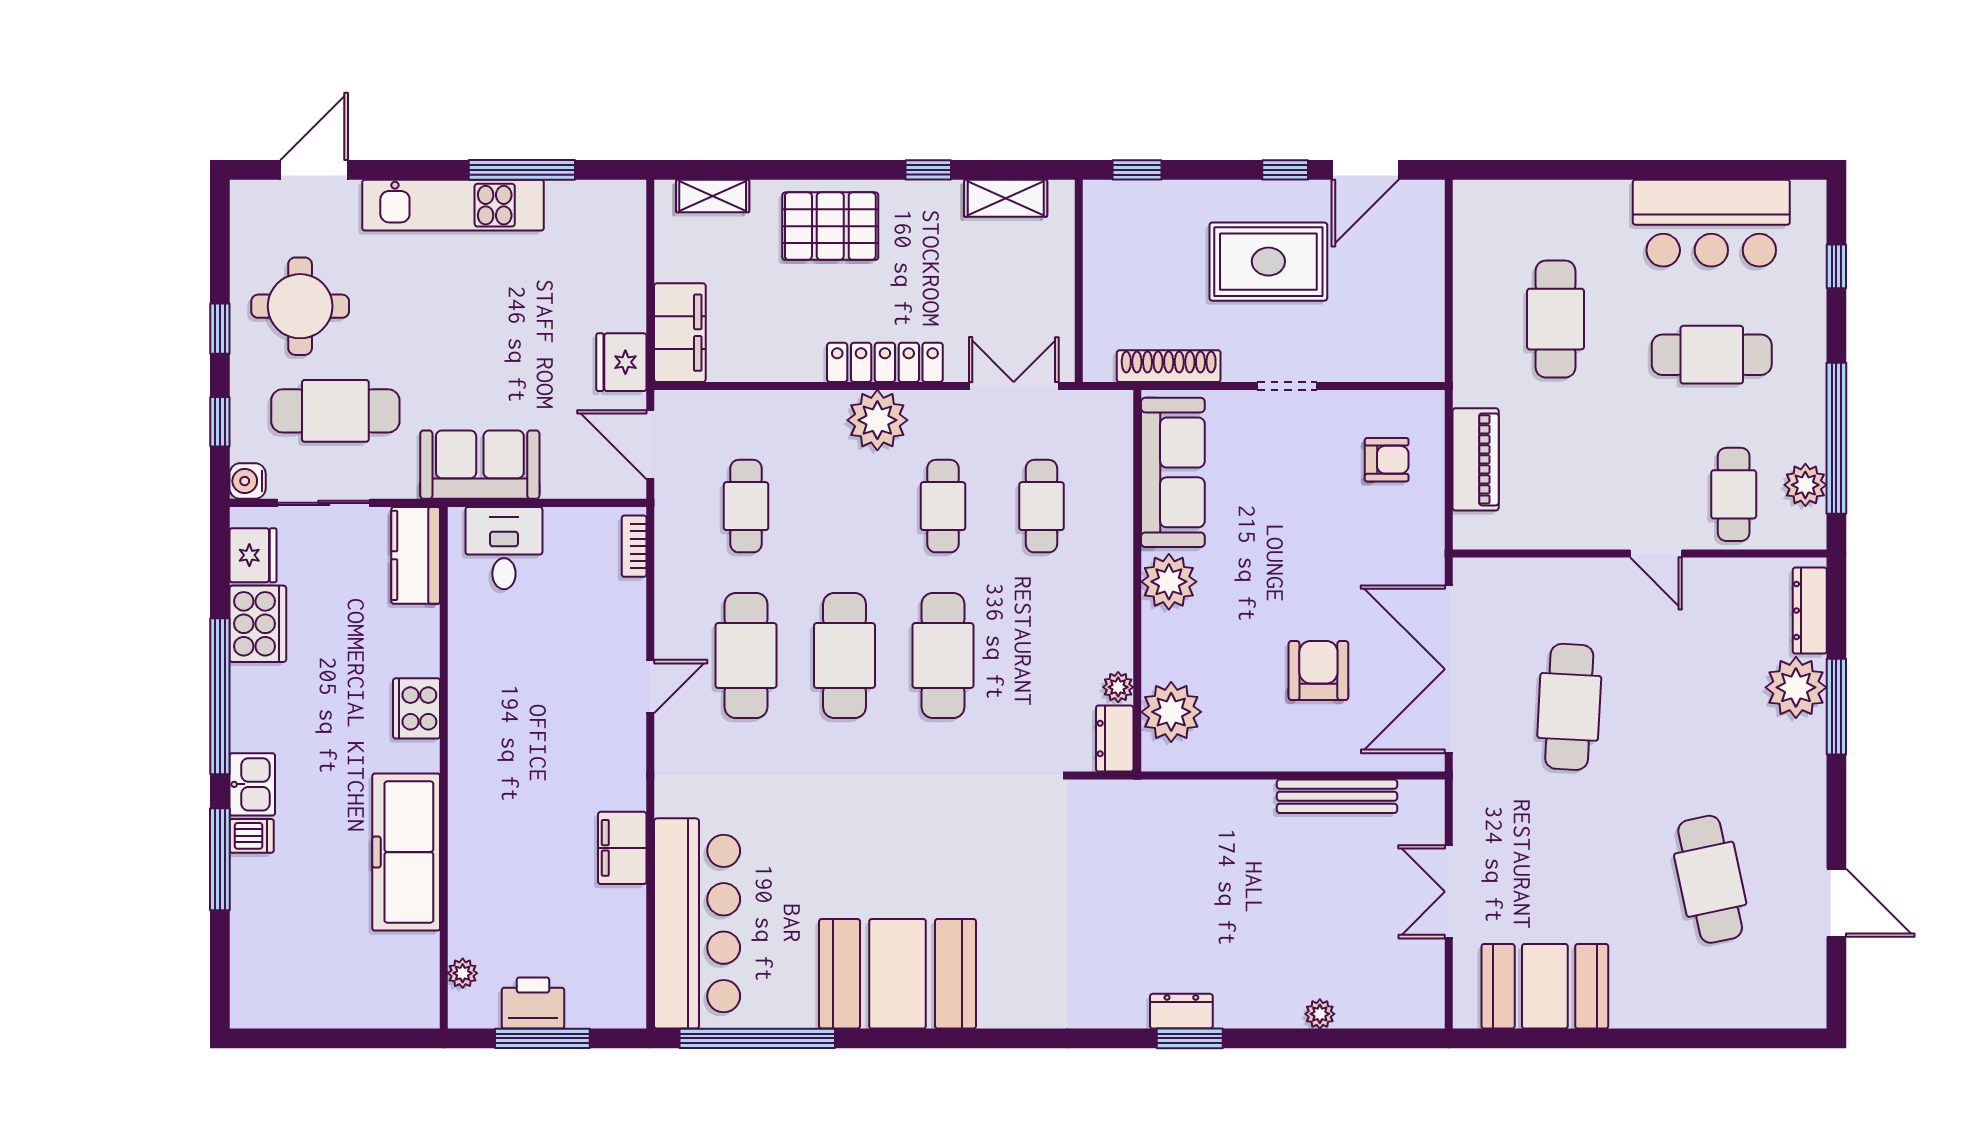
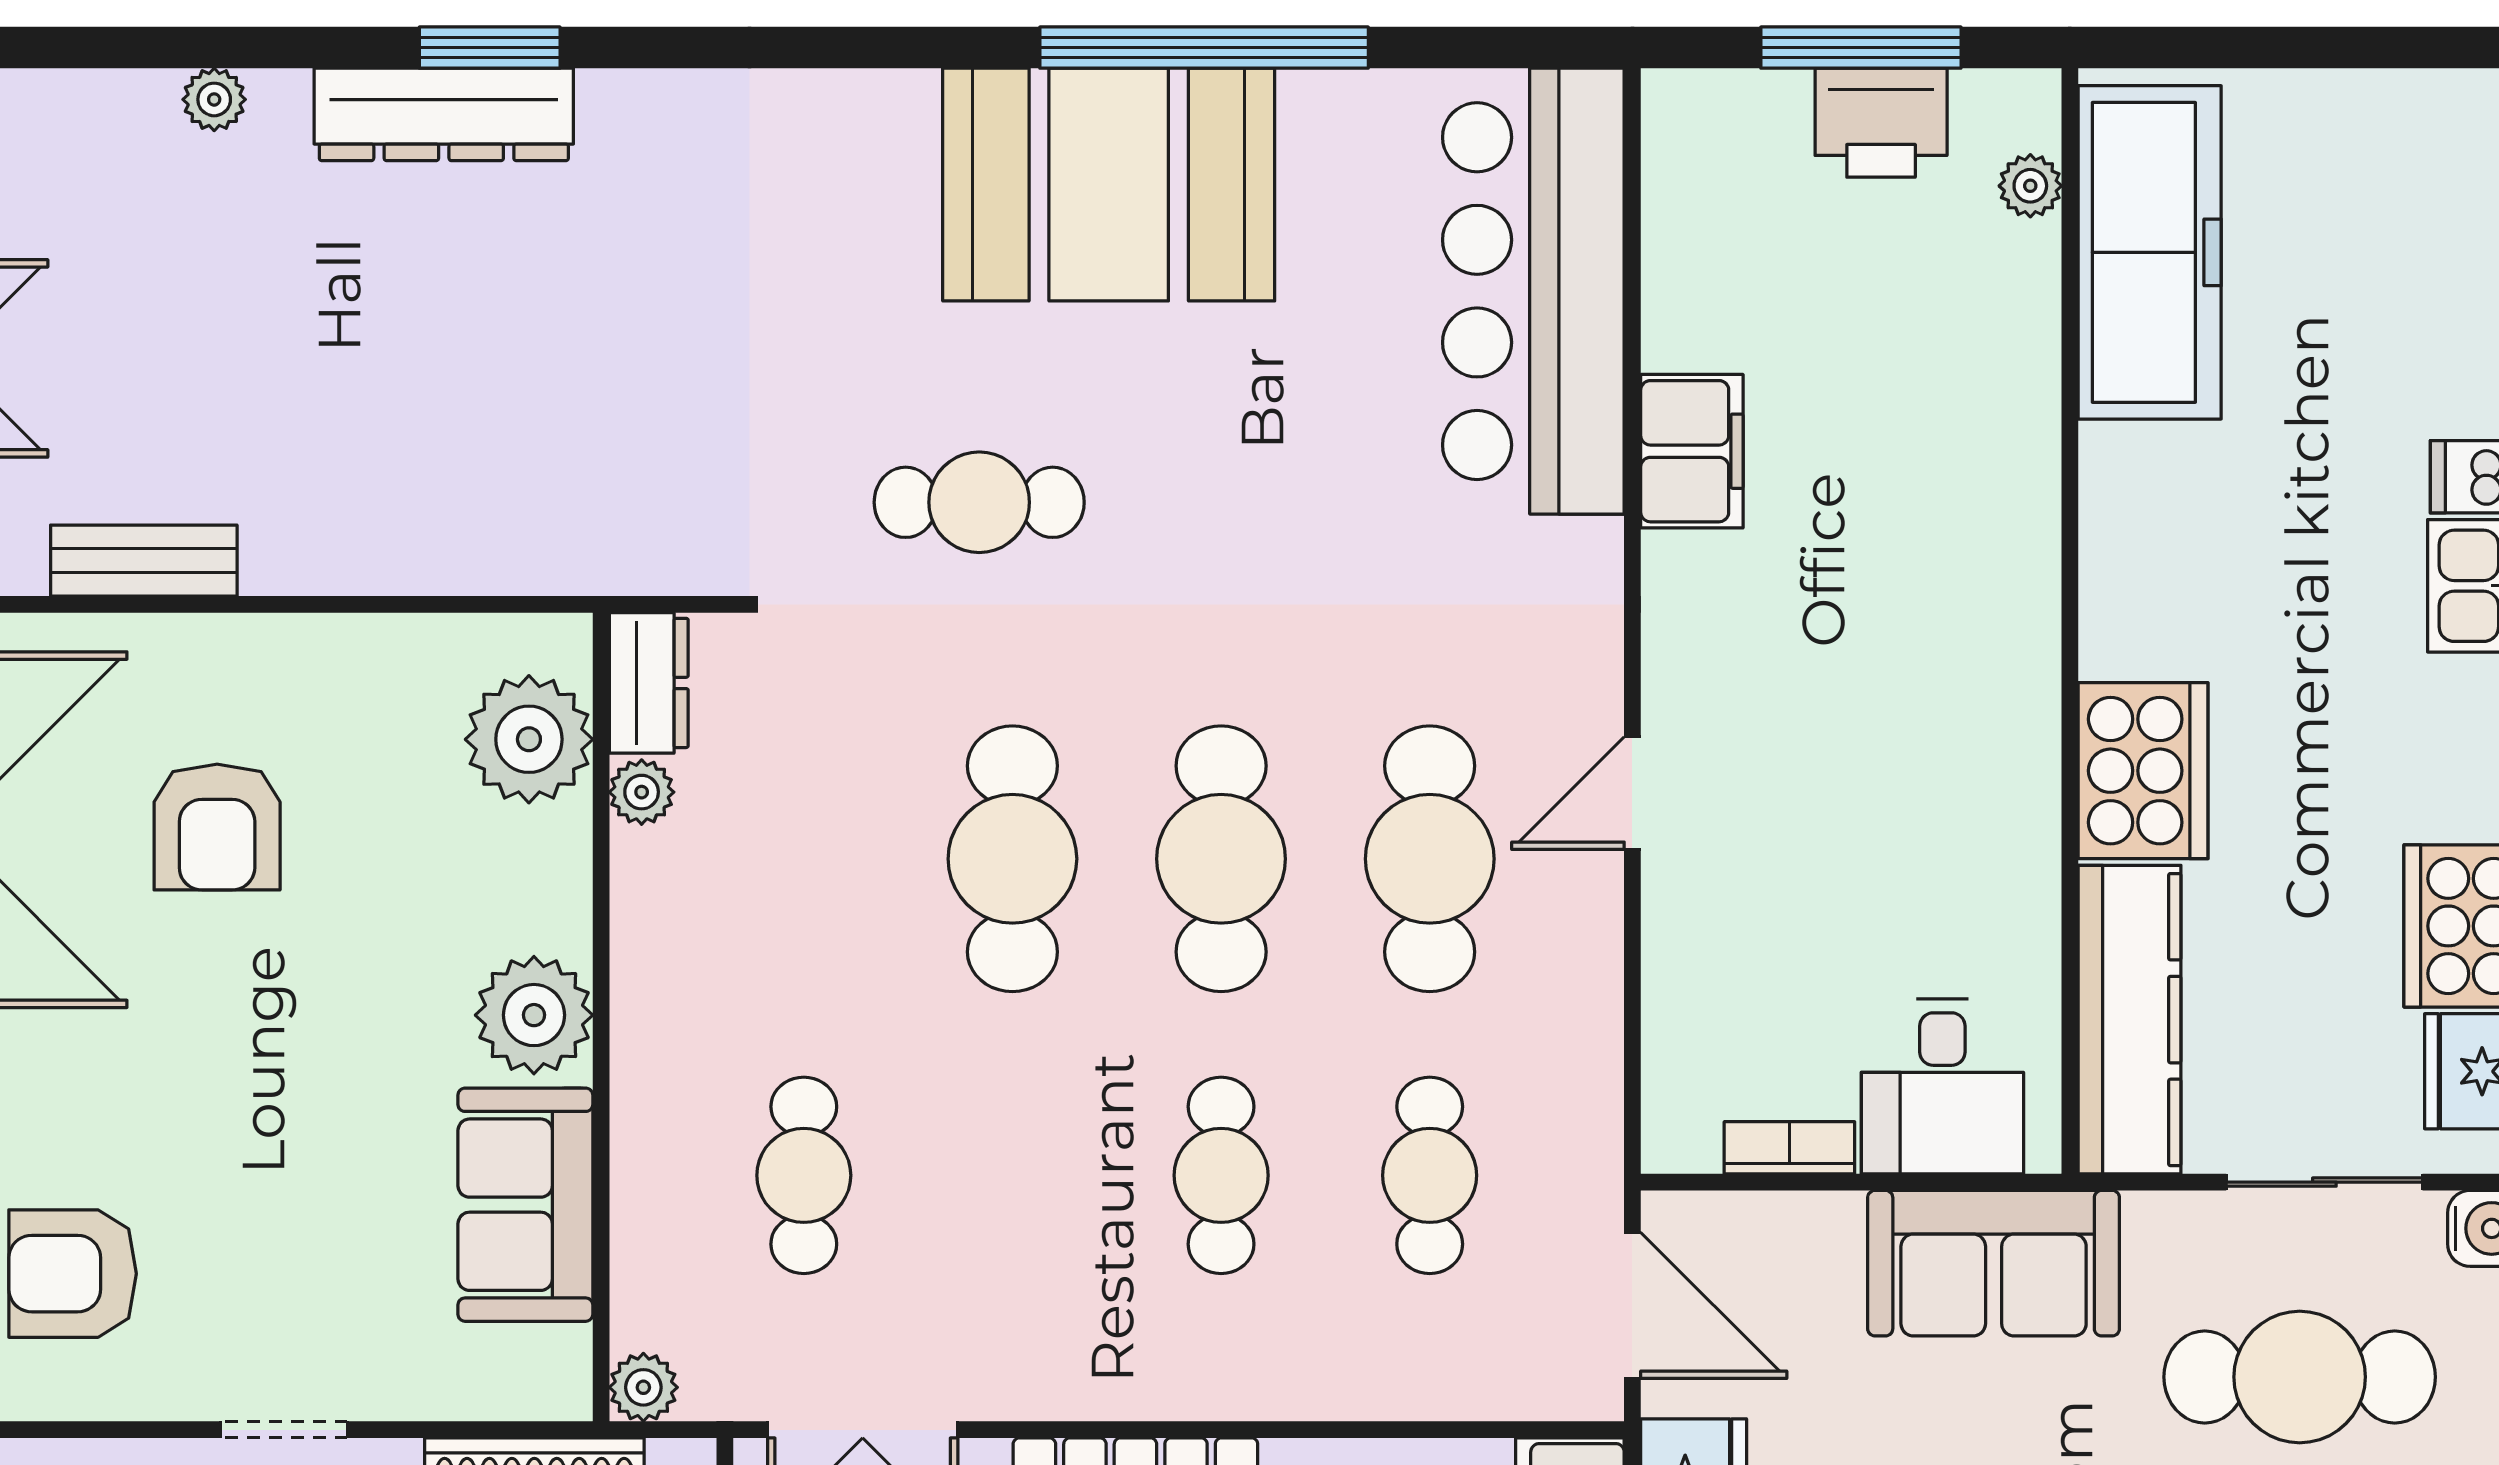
plant: (877, 420) -> (643, 1387), moved, width x0.53, depth x0.53
armchair: (1387, 460) -> (73, 1274), width x1.38, depth x1.38
sofa: (1173, 472) -> (525, 1205), width x0.73
cafe table: (943, 506) -> (1221, 1175), moved
bookcase: (634, 546) -> (1789, 1148), moved, turned -90
kitchen counter: (416, 555) -> (2129, 1020), width x1.50
cooker: (417, 708) -> (2143, 771), width x1.37, depth x1.31
bench: (1337, 796) -> (144, 561), width x0.73
cafe table: (959, 824) -> (979, 502), added
freezer: (406, 852) -> (2150, 252), moved
dresser: (1181, 1011) -> (444, 114), width x1.96, depth x1.24
window: (757, 1038) -> (1204, 48), moved

